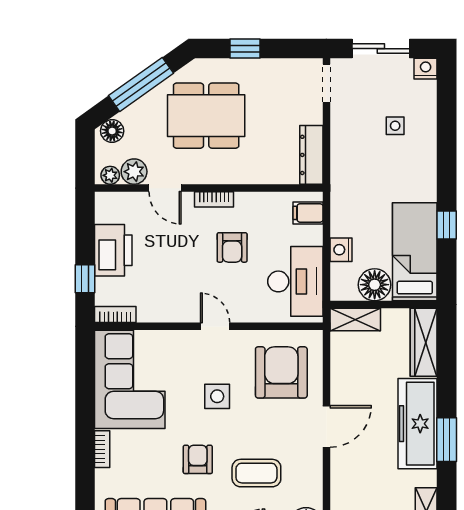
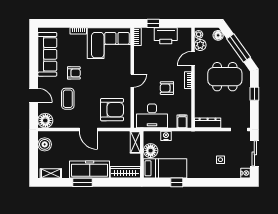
dining table: (206, 116) -> (225, 77), turned 90
side table: (217, 396) -> (102, 81), removed

